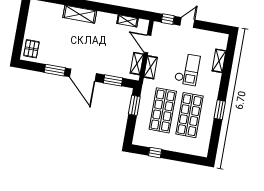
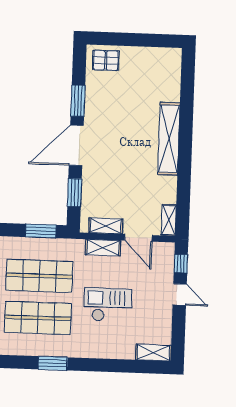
shelving: (80, 14) -> (169, 139), width x1.47
shelving: (127, 21) -> (169, 220), moved
door: (147, 44) -> (138, 238), swing flipped
shelving: (219, 61) -> (153, 353), moved
checkout: (187, 69) -> (108, 305), turned 180

